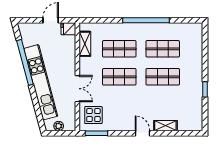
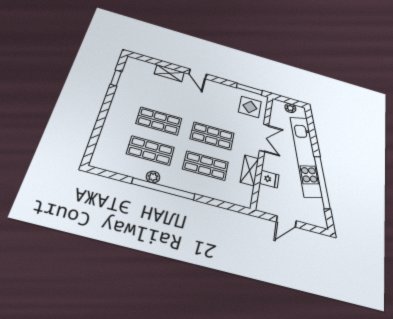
plant: (156, 28) -> (153, 177), added
fridge: (68, 29) -> (269, 179), moved
shelving: (85, 44) -> (250, 170), moved
double door: (77, 89) -> (264, 138), swing flipped
window: (205, 89) -> (116, 78), moved

